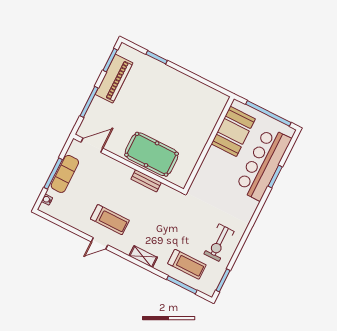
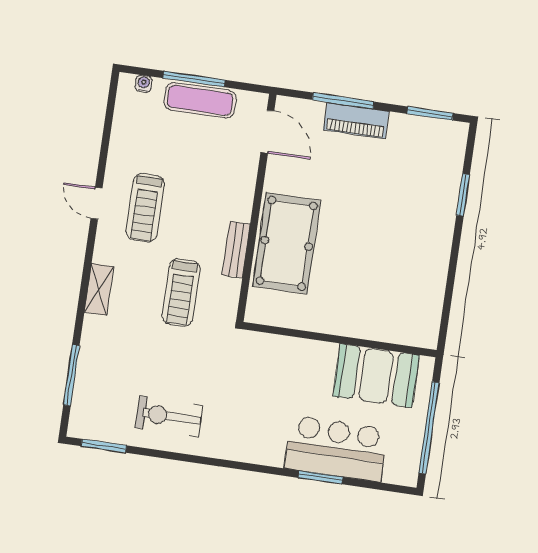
piano: (114, 79) -> (356, 120), moved, width x0.73, depth x0.75
bar counter: (263, 164) -> (336, 449), width x0.73
treadmill: (187, 264) -> (181, 293), moved

